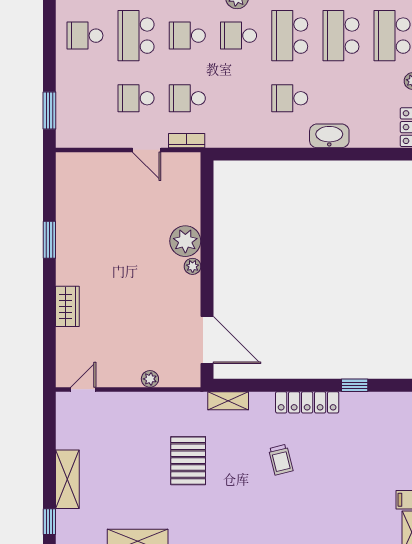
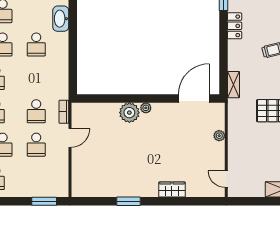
locker: (307, 402) -> (235, 26), width x0.66

